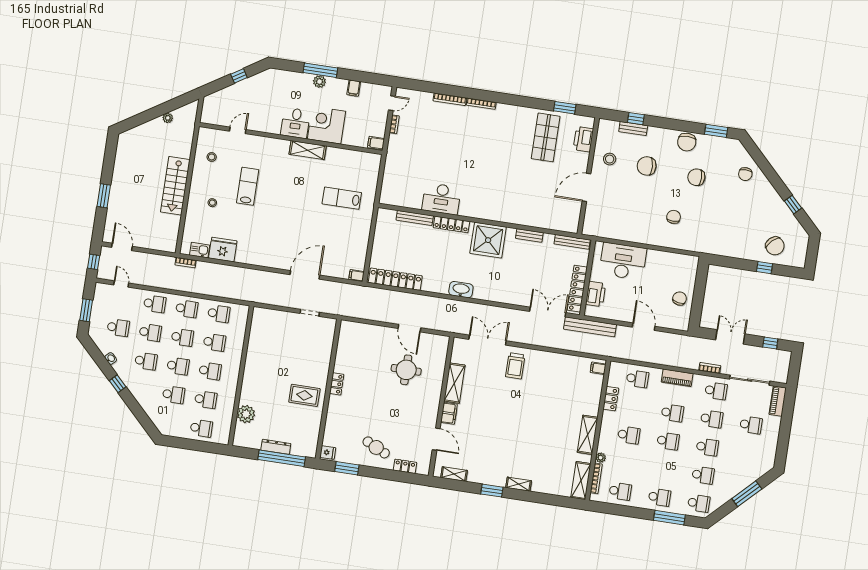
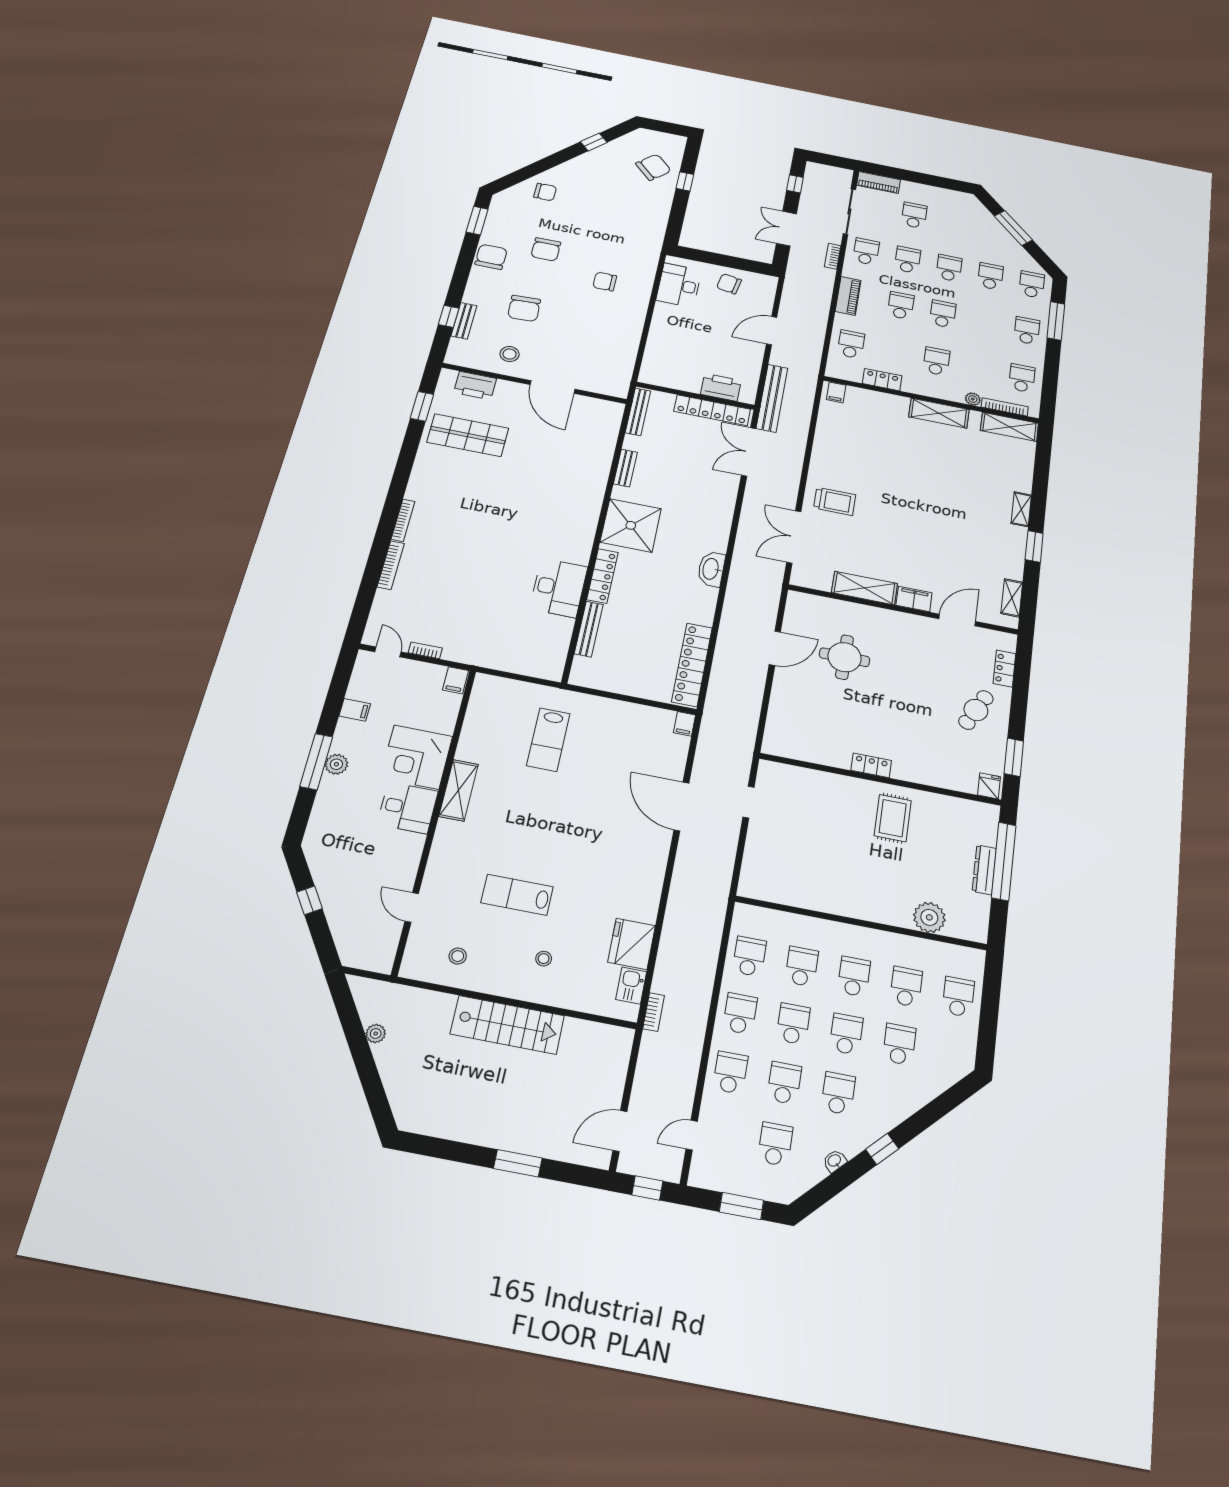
chair: (687, 142) -> (491, 257), turned -90
desk: (623, 261) -> (679, 285), moved, width x0.73, depth x0.77

